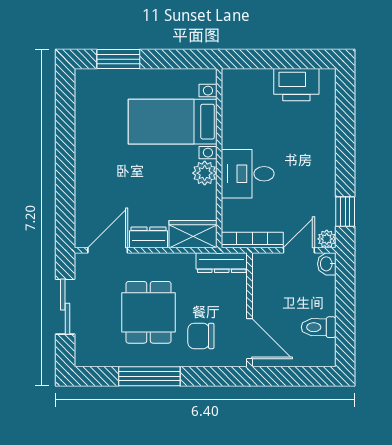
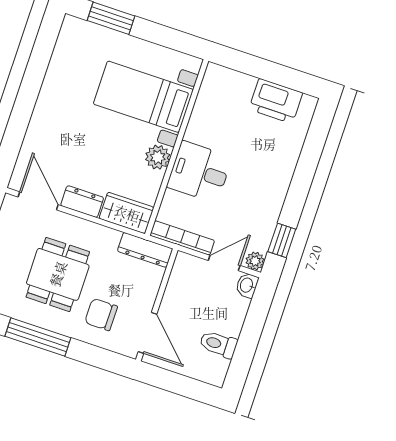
door: (108, 250) -> (38, 201), hinge flipped

